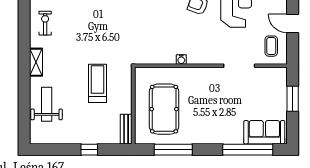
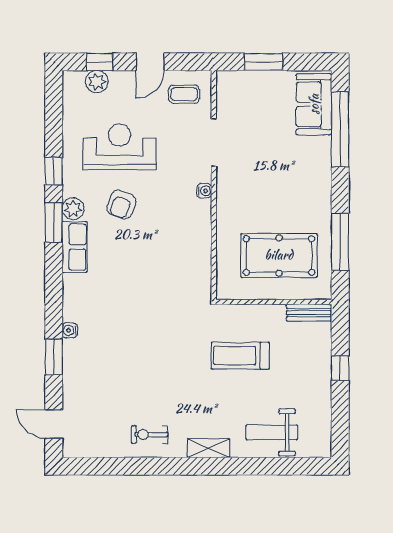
water cooler: (181, 59) -> (204, 191), moved

